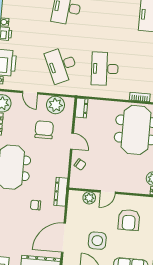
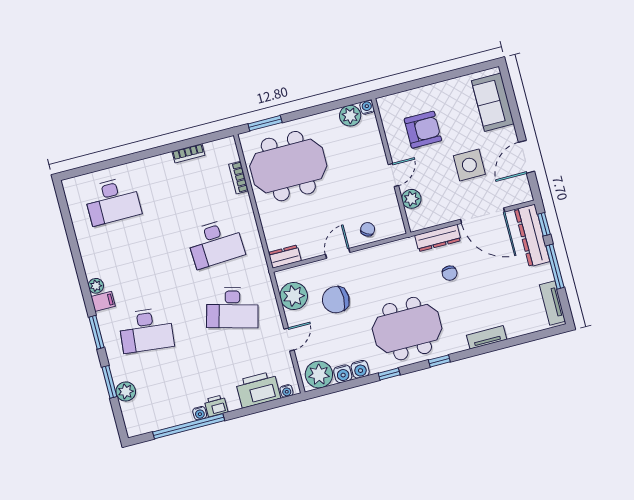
desk: (62, 65) -> (232, 308), turned 39
dresser: (61, 192) -> (438, 238), moved
door: (108, 192) -> (393, 175), hinge flipped

